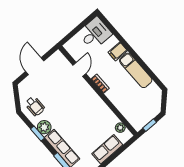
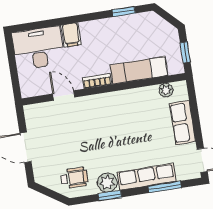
desk: (95, 34) -> (38, 48), width x1.37
exam couch: (136, 70) -> (139, 70), moved, turned 180
window: (151, 74) -> (124, 12), added

